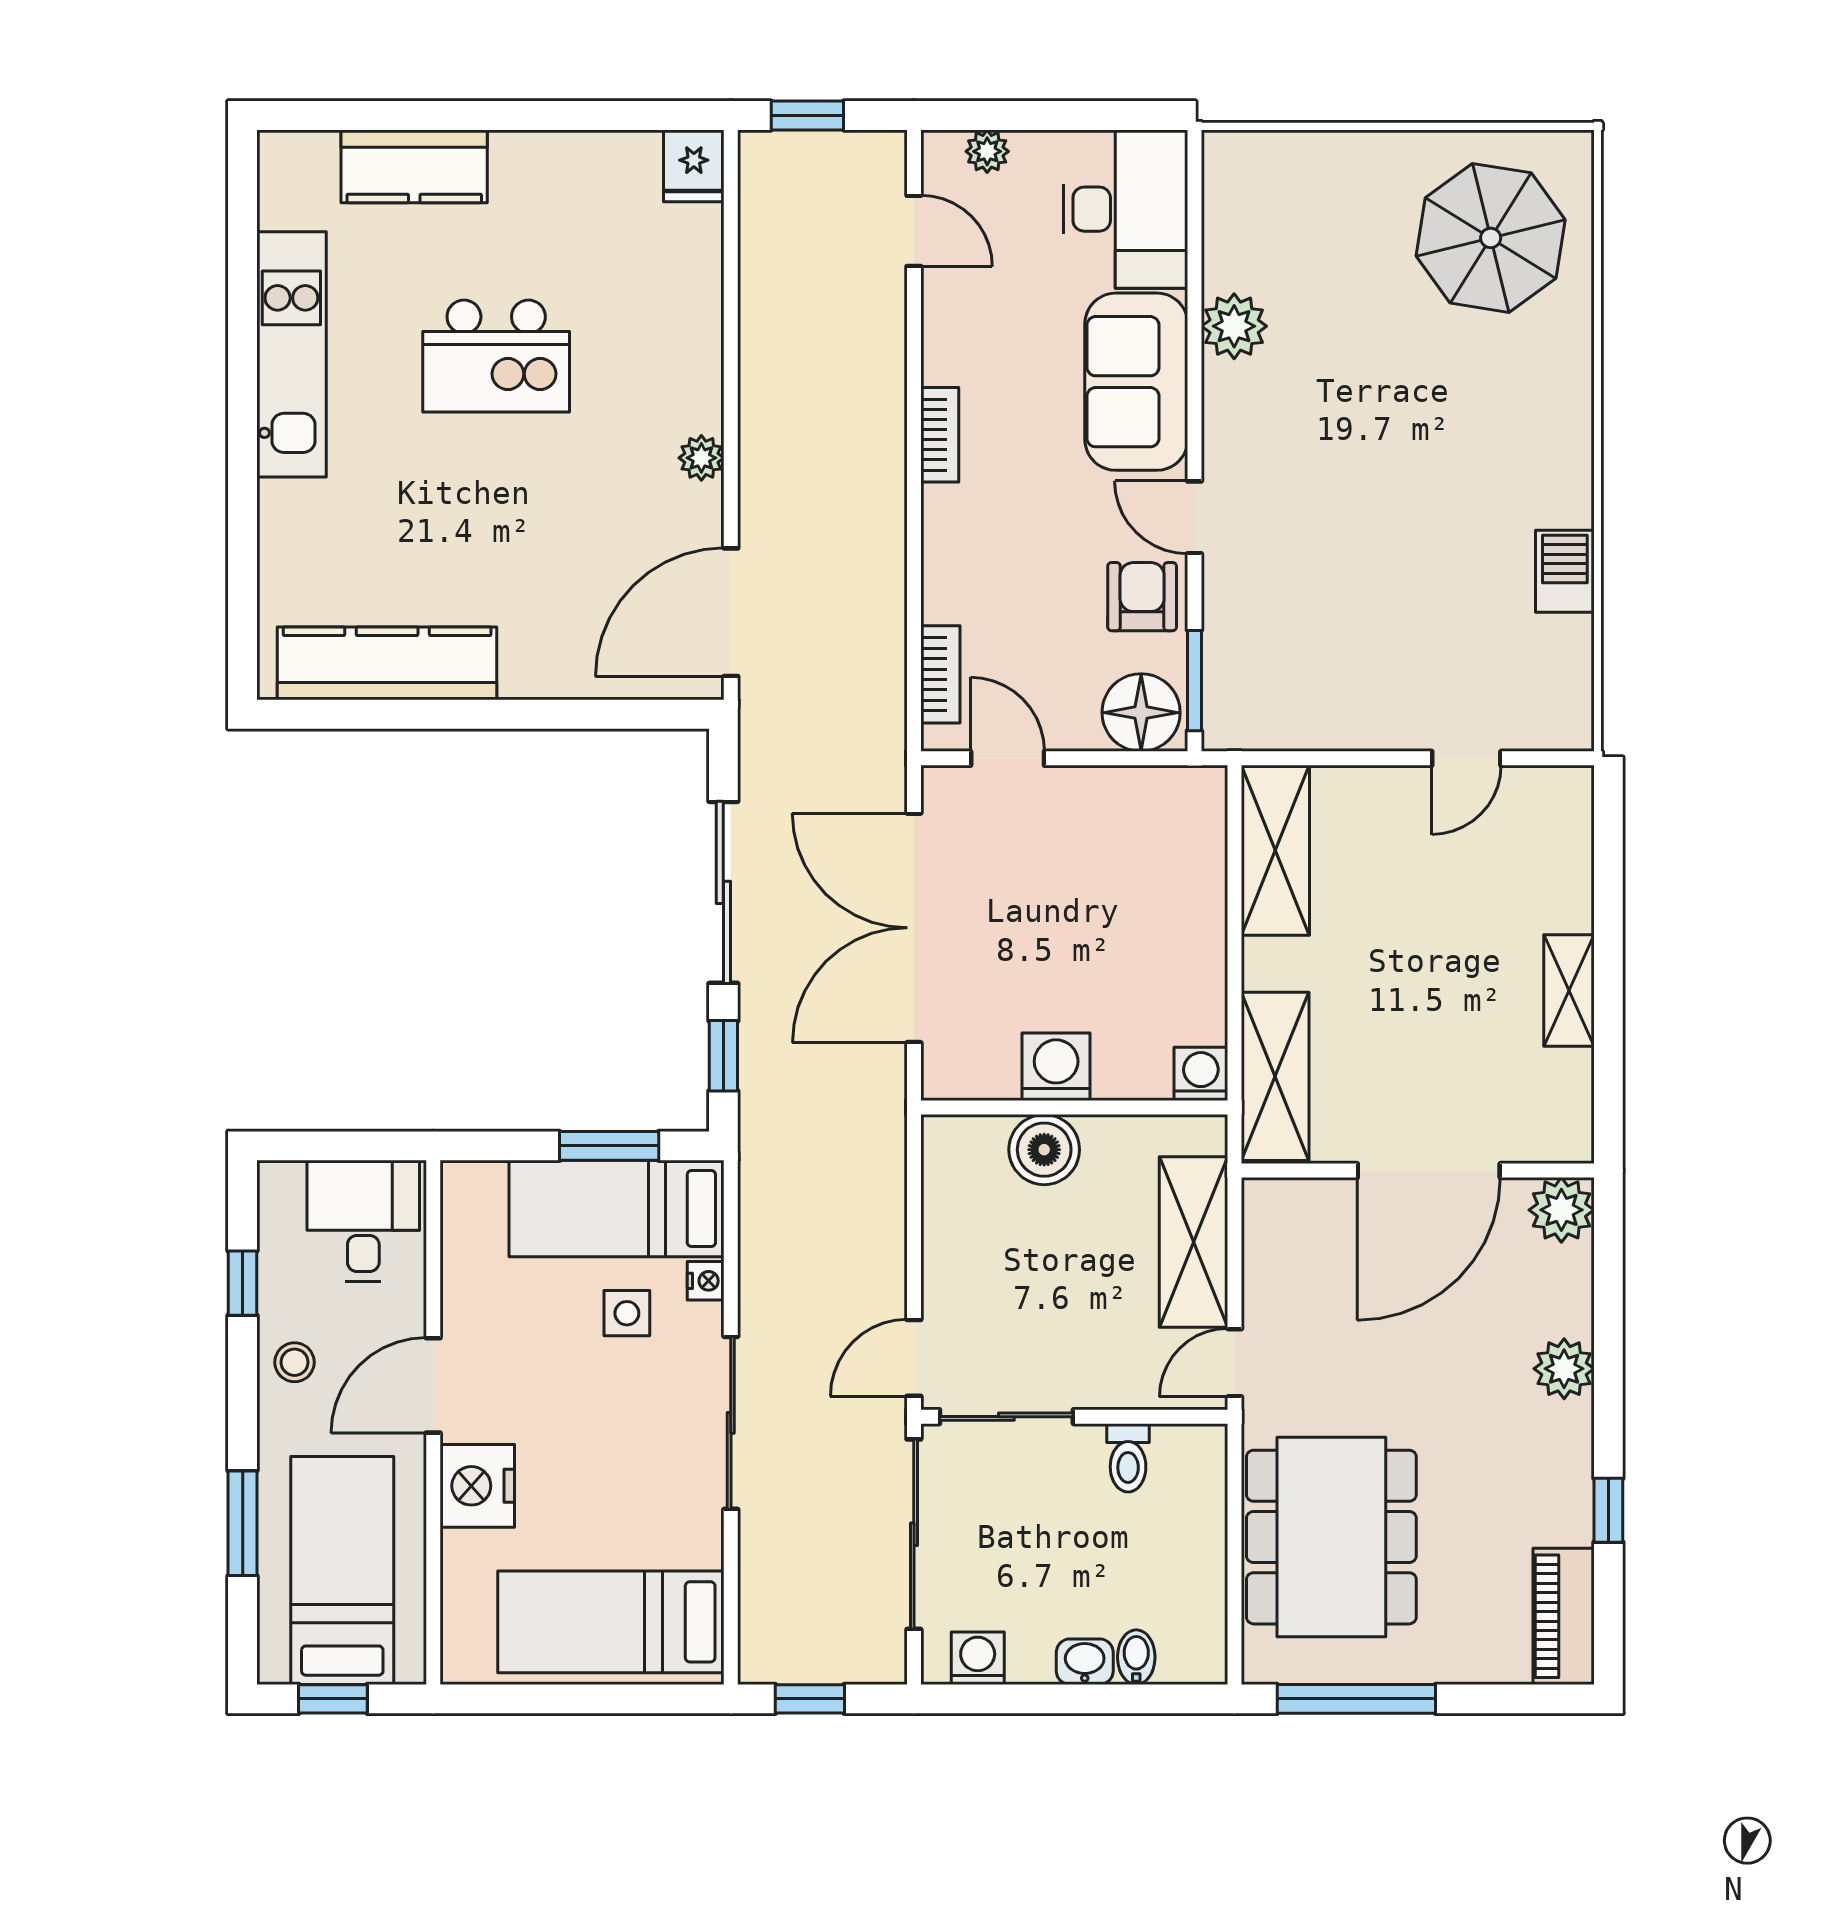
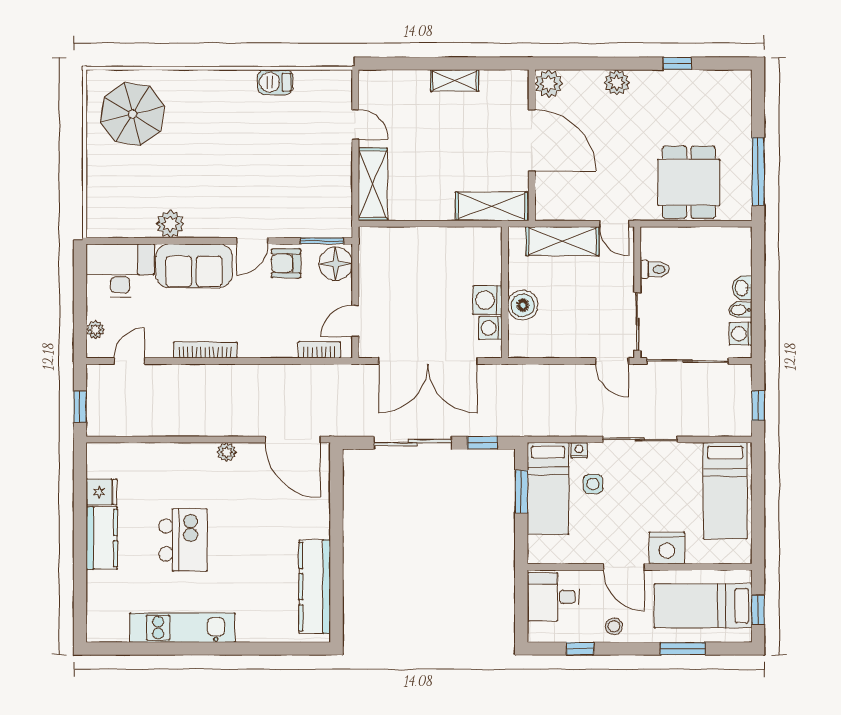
kitchen counter: (414, 166) -> (102, 538), moved
fridge: (694, 166) -> (102, 492), moved
bookcase: (940, 435) -> (205, 350), width x1.56
shelving: (1275, 850) -> (373, 184), moved, turned 90
washing machine: (1201, 1074) -> (490, 328), moved
dining table: (1331, 1537) -> (689, 182), width x0.73
piano: (1564, 1616) -> (723, 83), removed
bidet: (1136, 1657) -> (740, 310), moved

